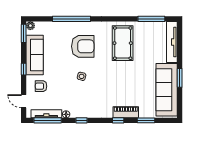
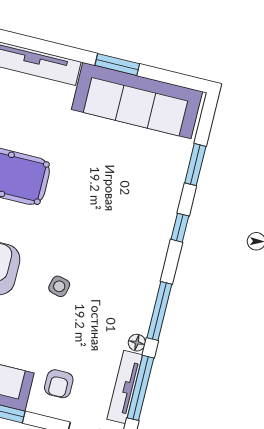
piano: (126, 112) -> (166, 206), removed
window: (82, 120) -> (159, 311), width x2.17

